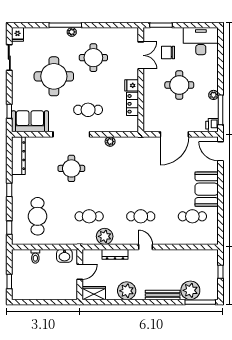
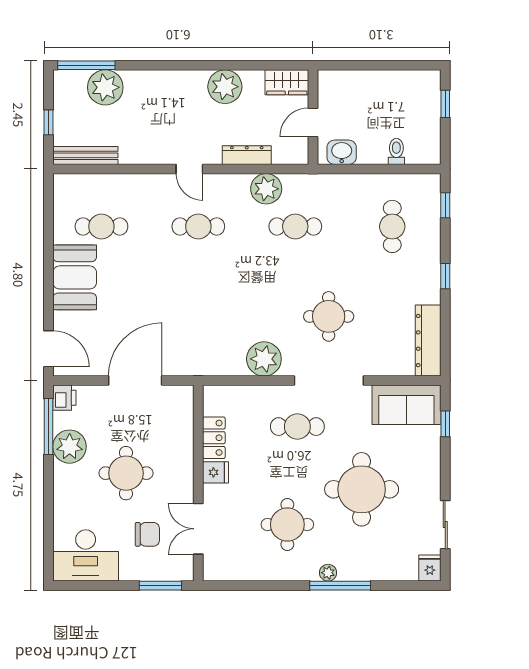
plant: (214, 95) -> (70, 447), width x1.88, depth x1.88
plant: (110, 142) -> (264, 359), width x1.87, depth x1.87
cafe table: (38, 216) -> (392, 226), width x0.73, depth x0.74
bench: (163, 295) -> (85, 155), moved

